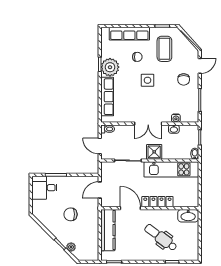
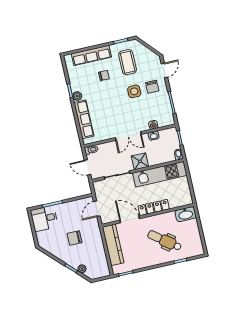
plant: (110, 67) -> (77, 96), width x0.53, depth x0.53
side table: (148, 80) -> (134, 91), moved

